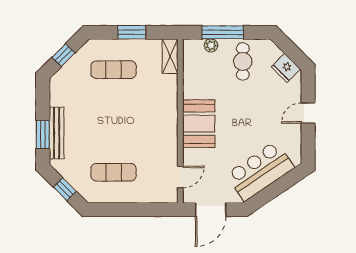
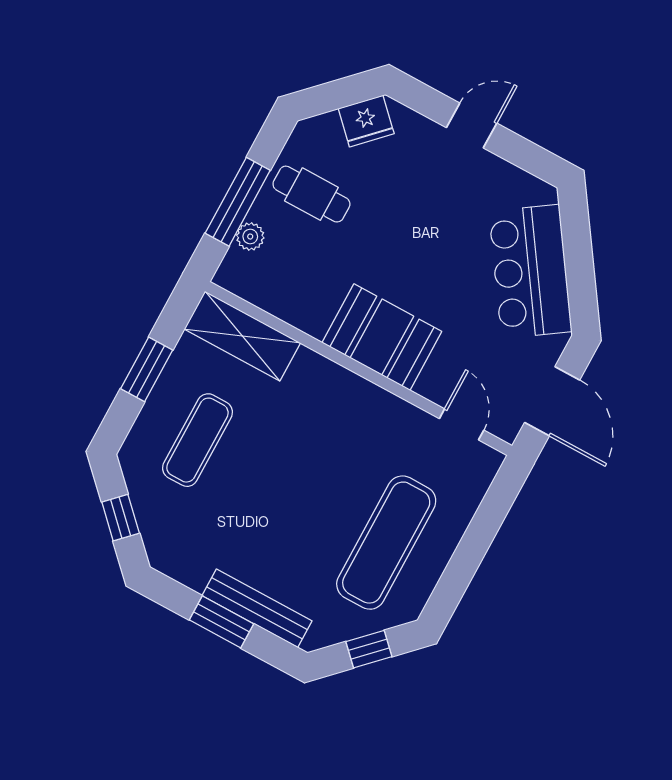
shelving: (170, 56) -> (242, 336), width x1.50, depth x1.33
door: (308, 113) -> (472, 125), swing flipped
window: (43, 135) -> (222, 622), moved
exercise mat: (114, 172) -> (386, 543), width x1.36, depth x1.45

